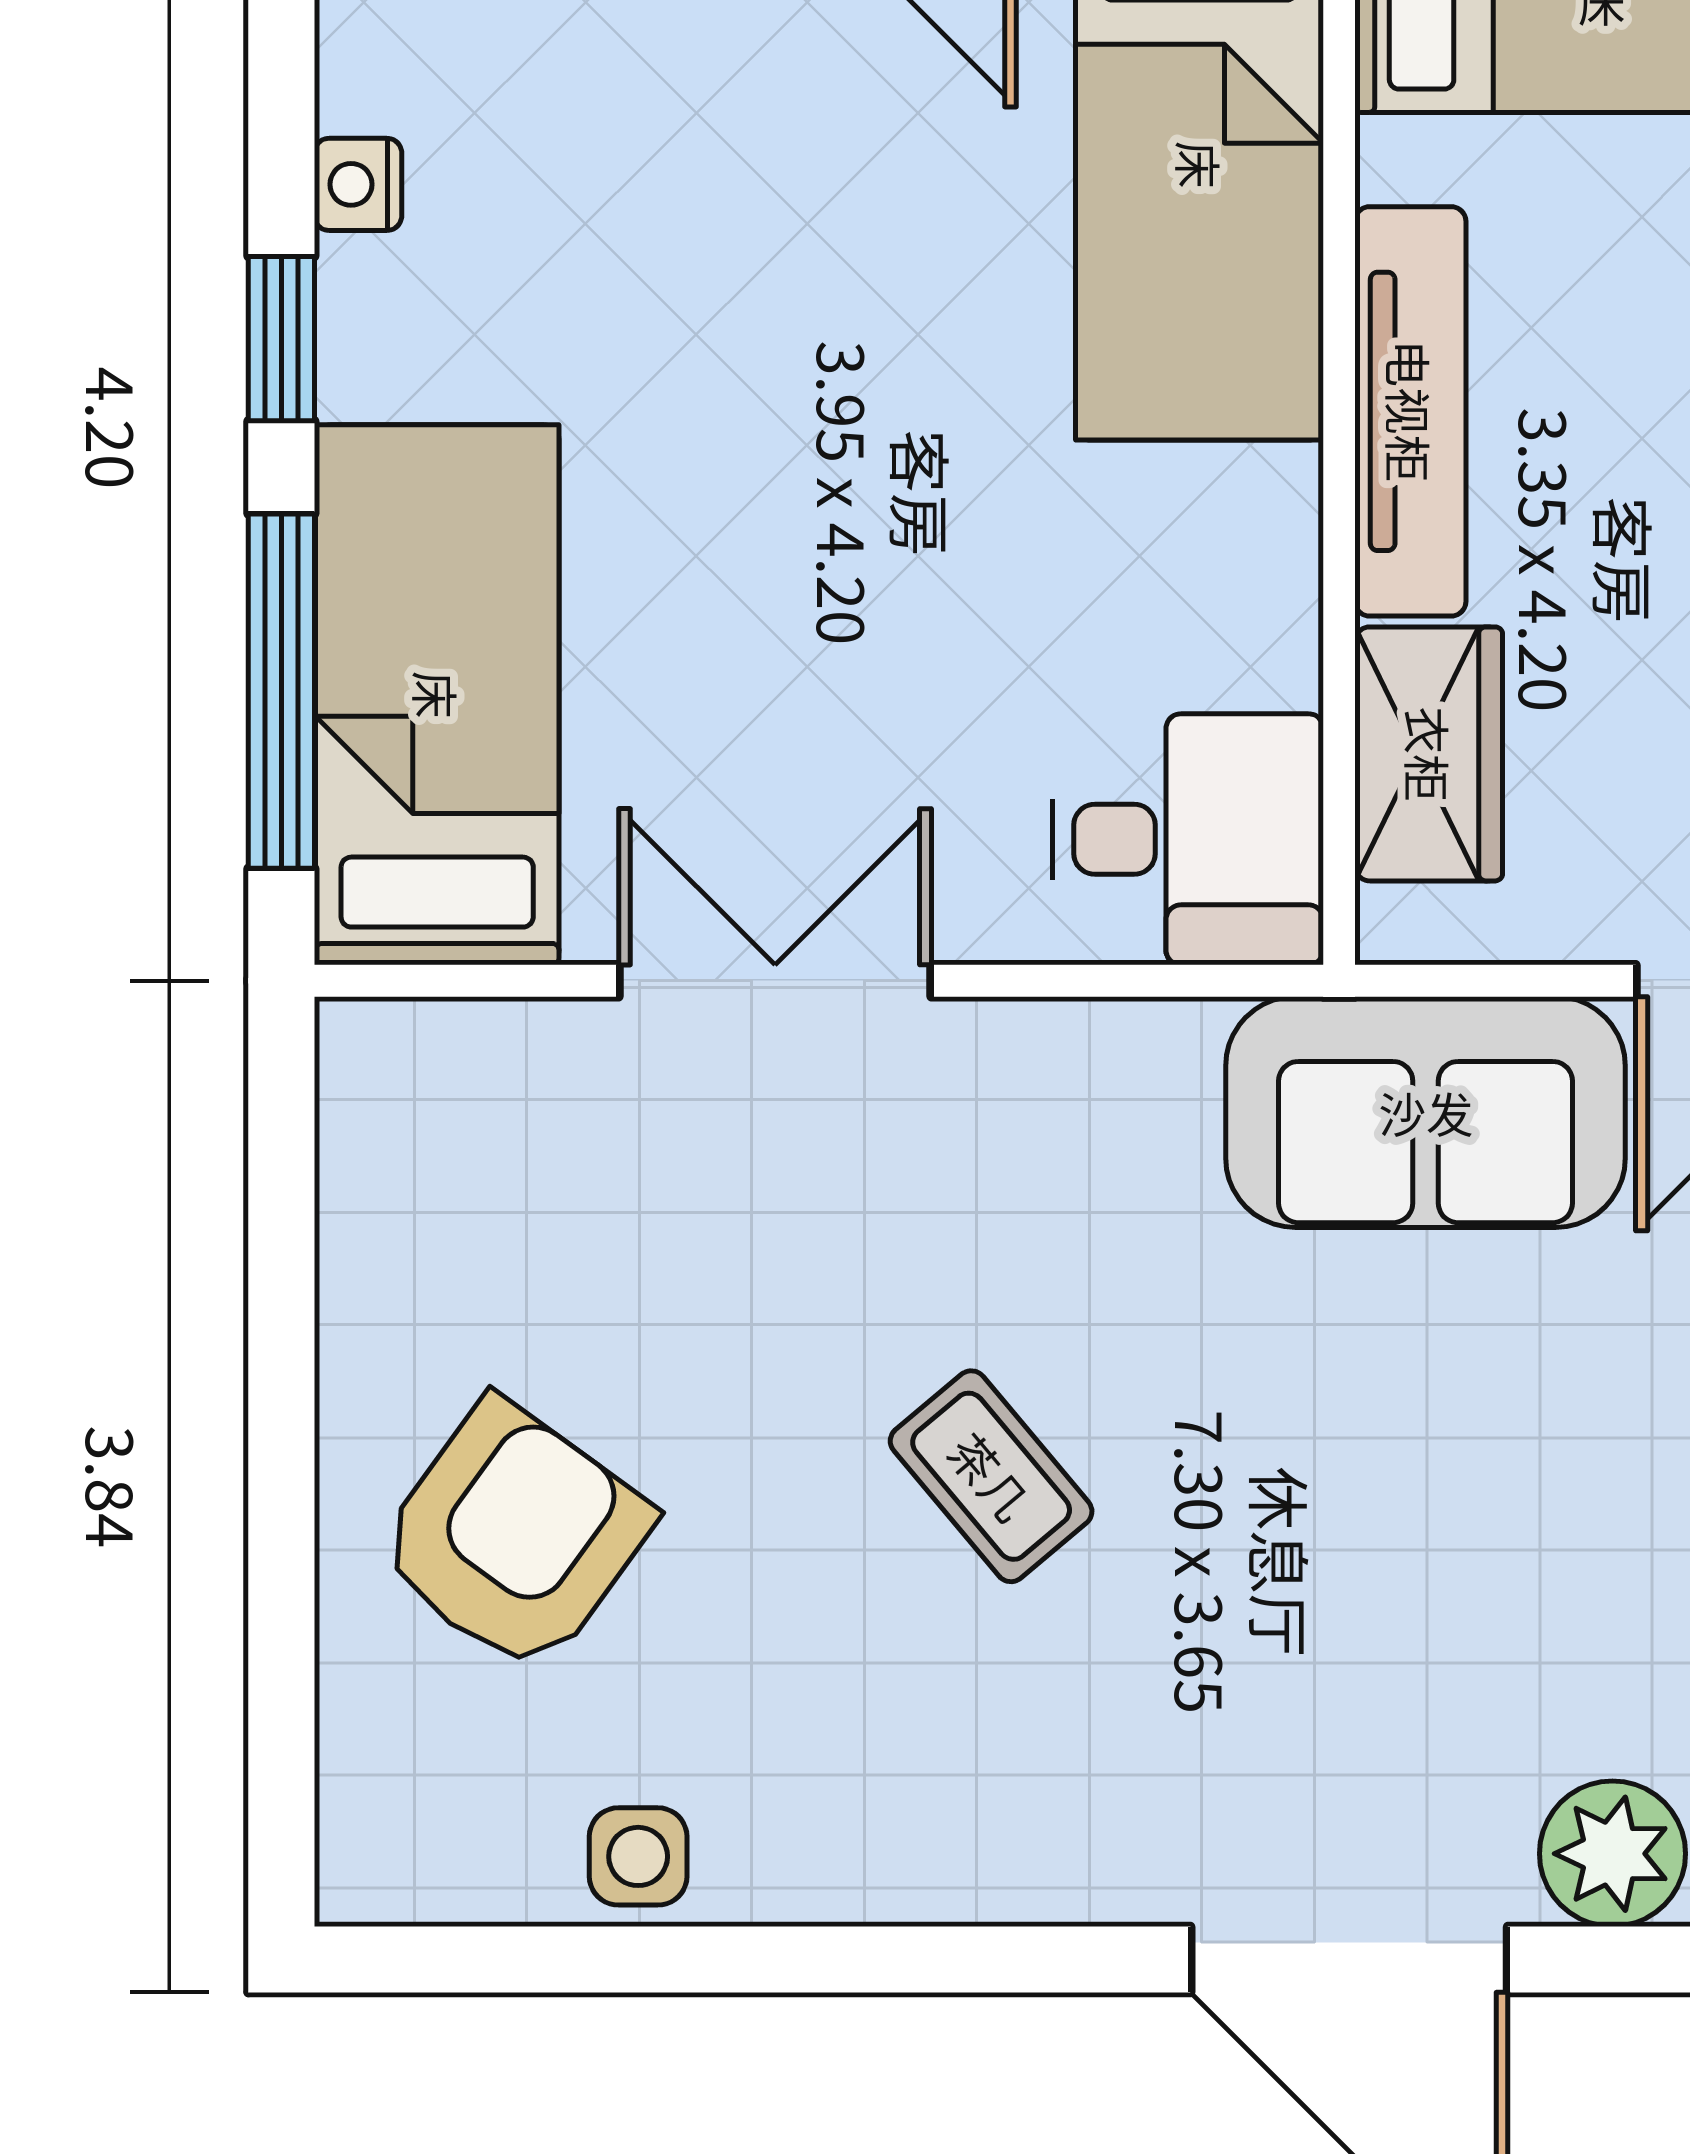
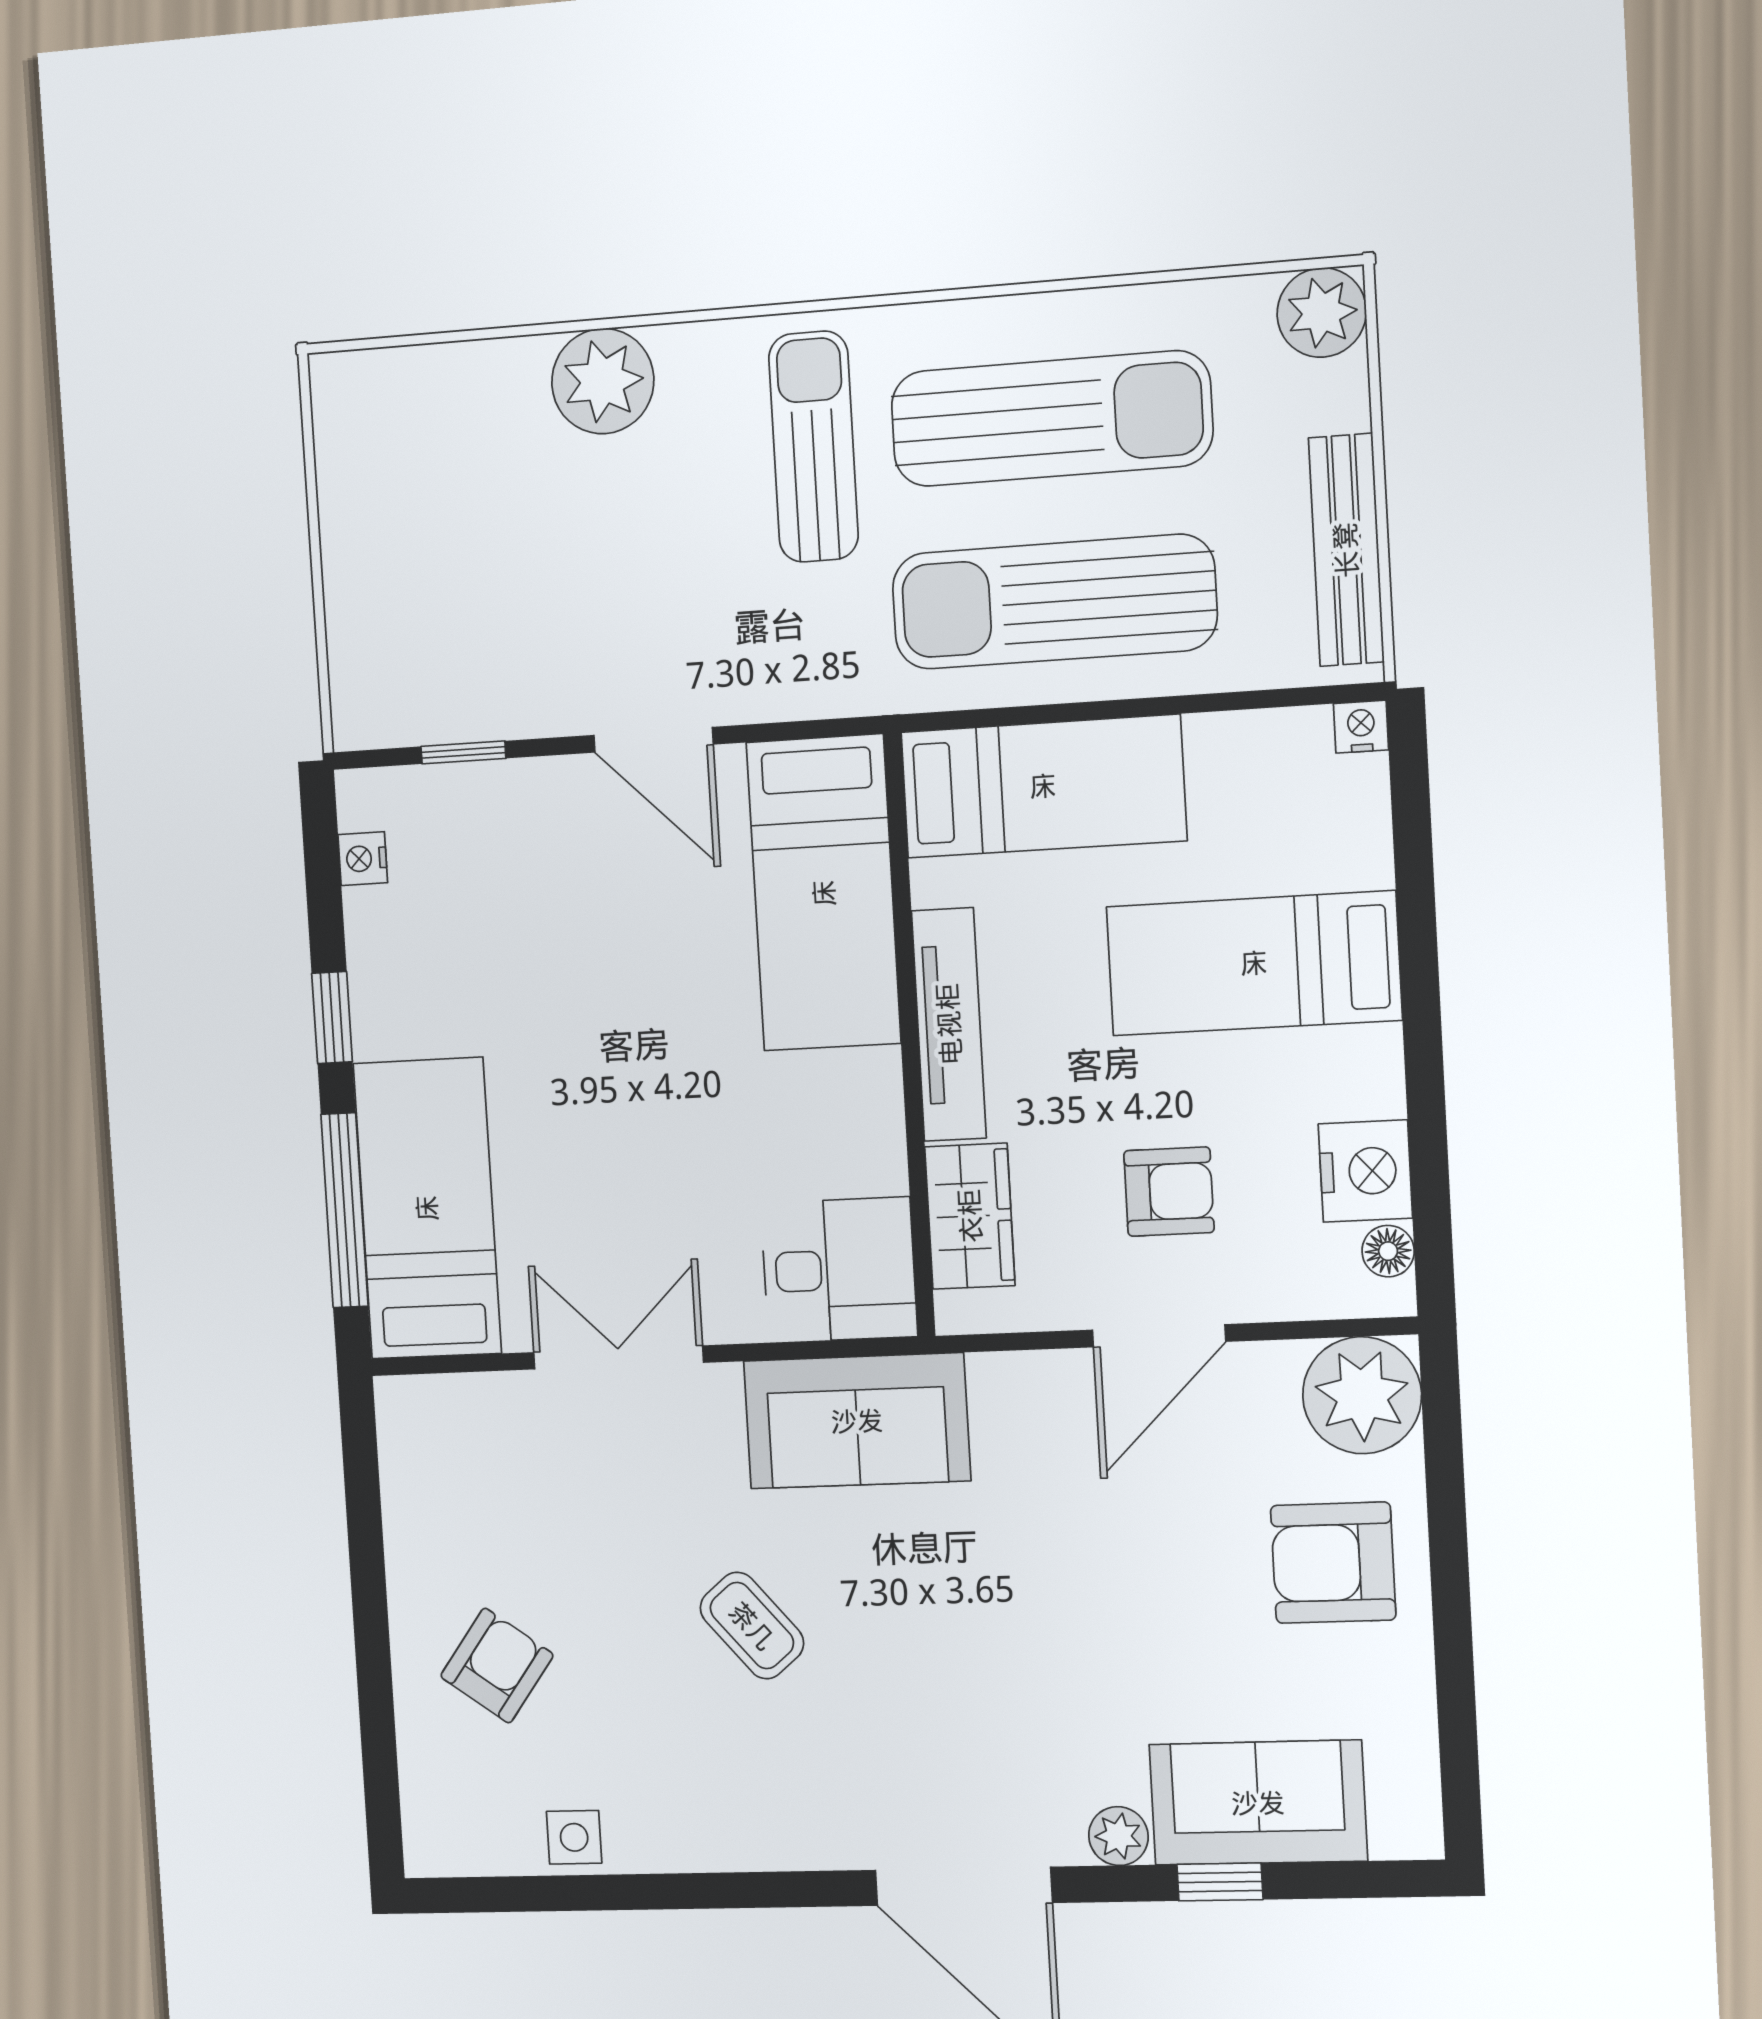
nightstand: (358, 184) -> (363, 859), moved
sofa: (1426, 1112) -> (857, 1421), moved
armchair: (514, 1537) -> (497, 1666), width x0.72, depth x0.72
plant: (1612, 1854) -> (1118, 1836), width x0.73, depth x0.73

